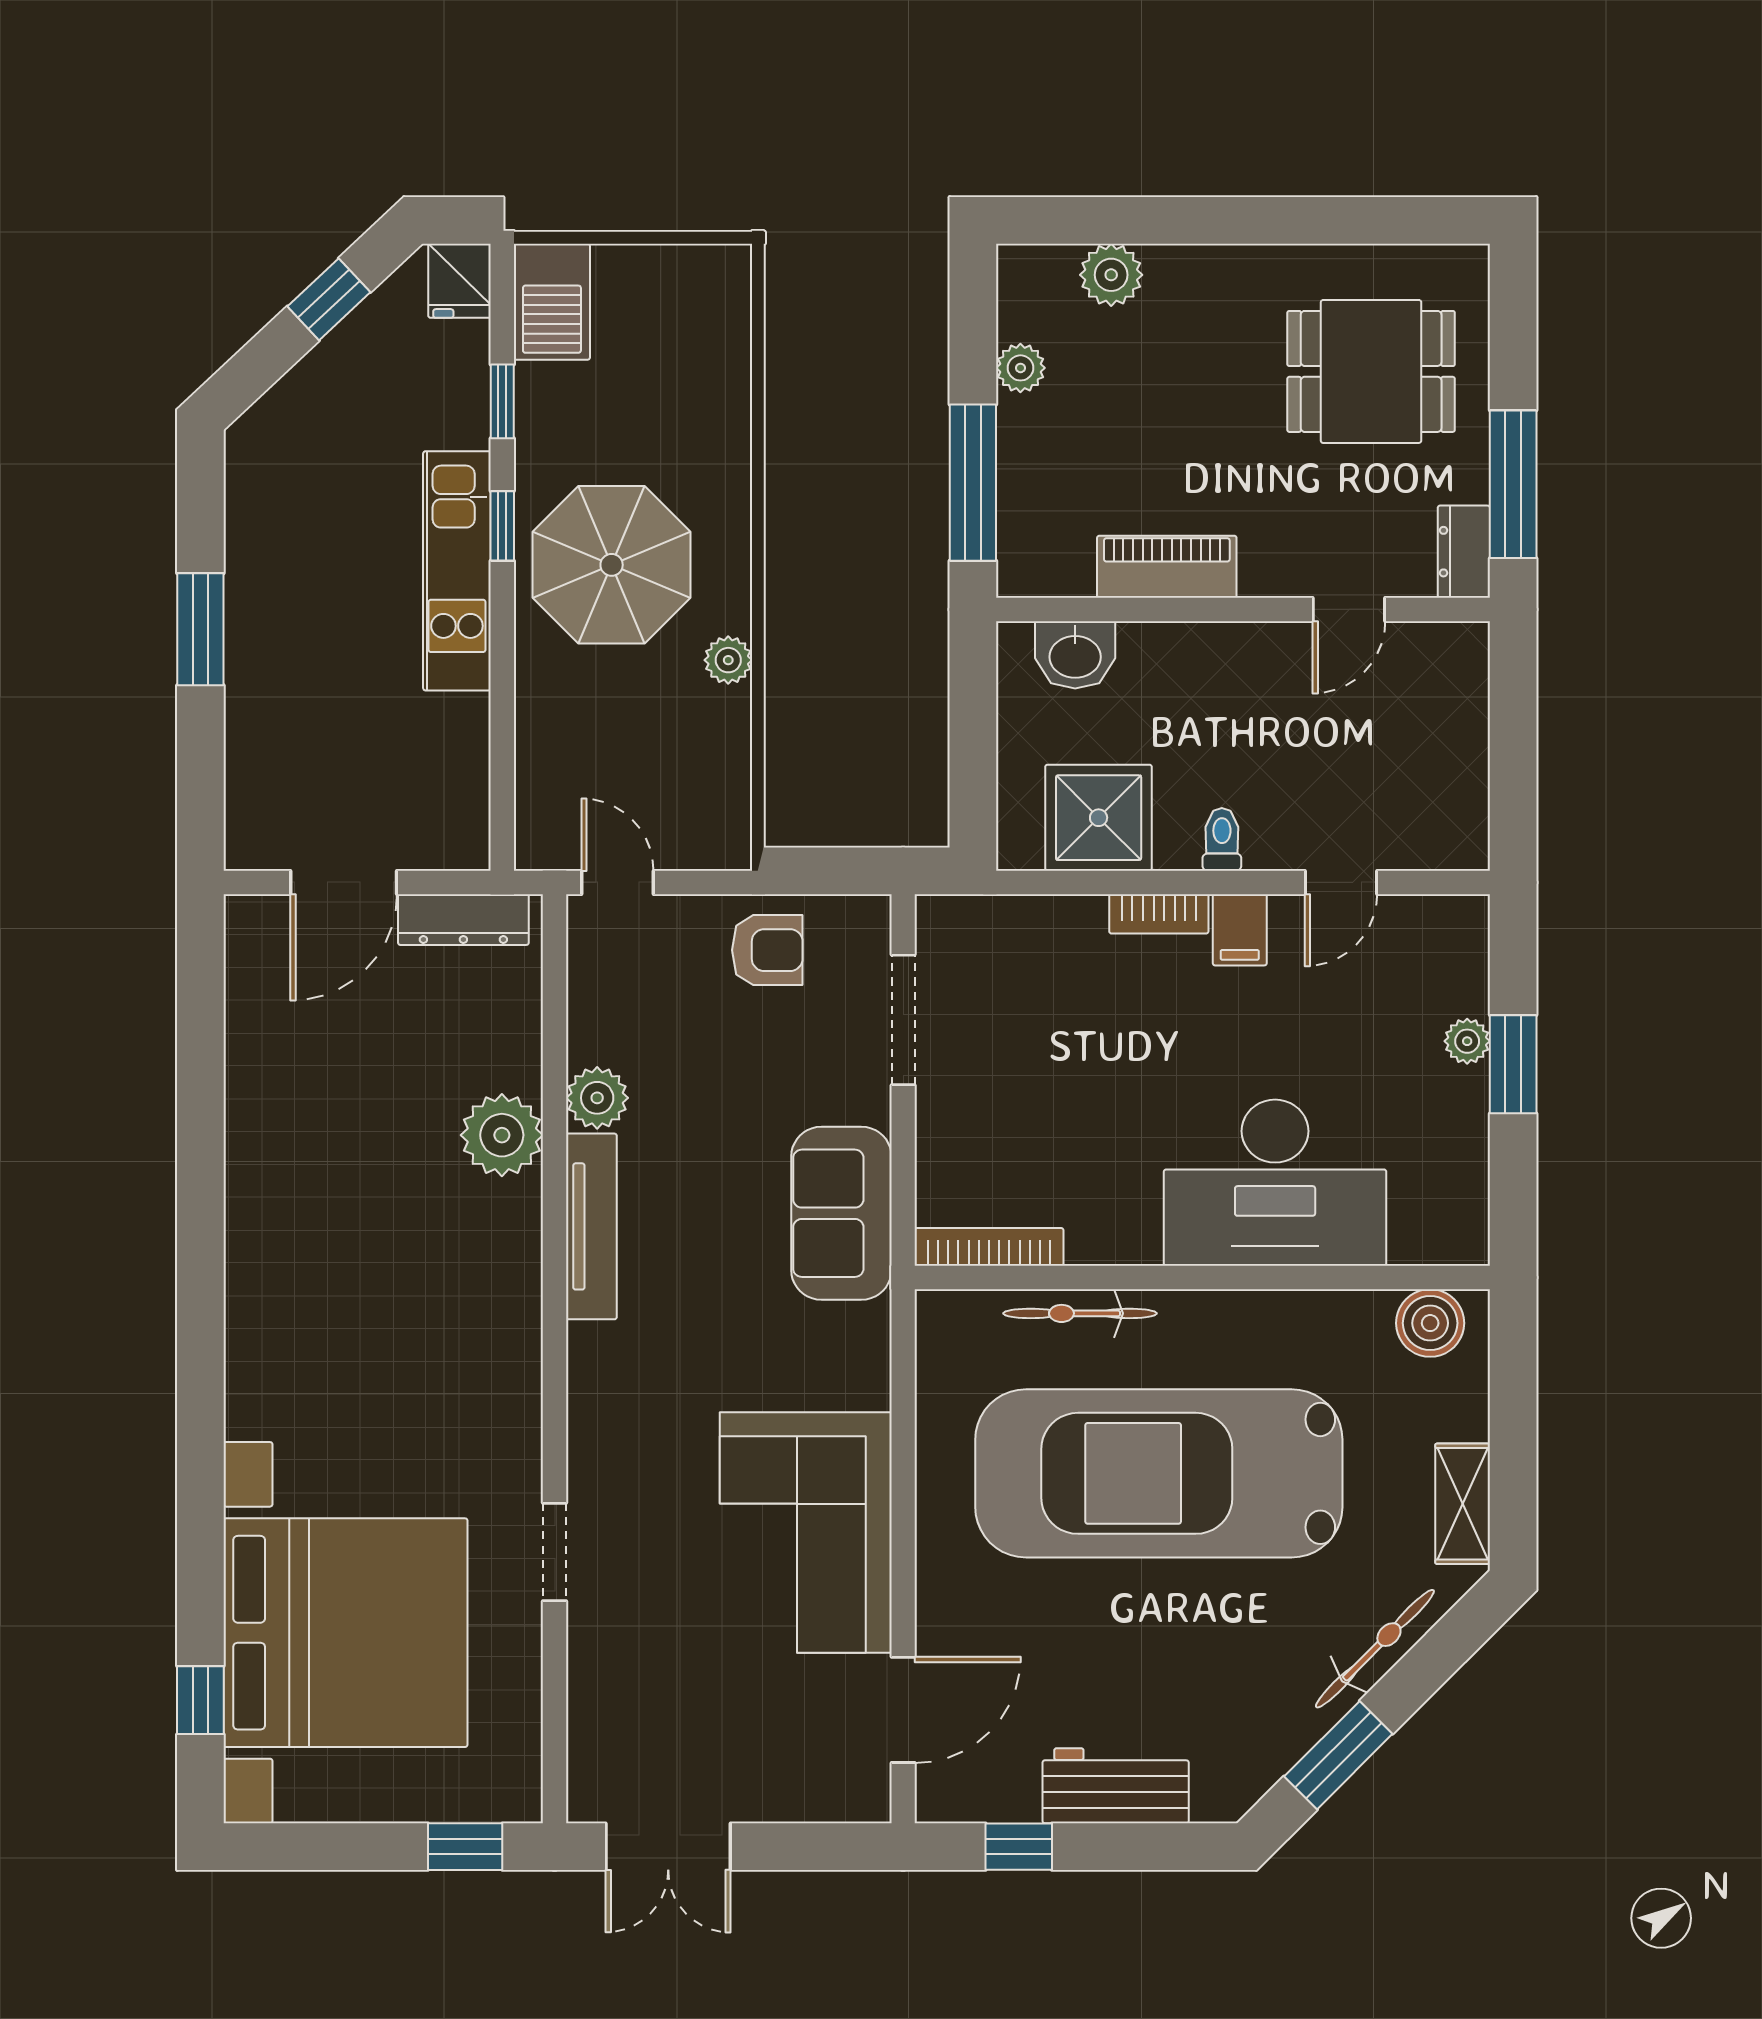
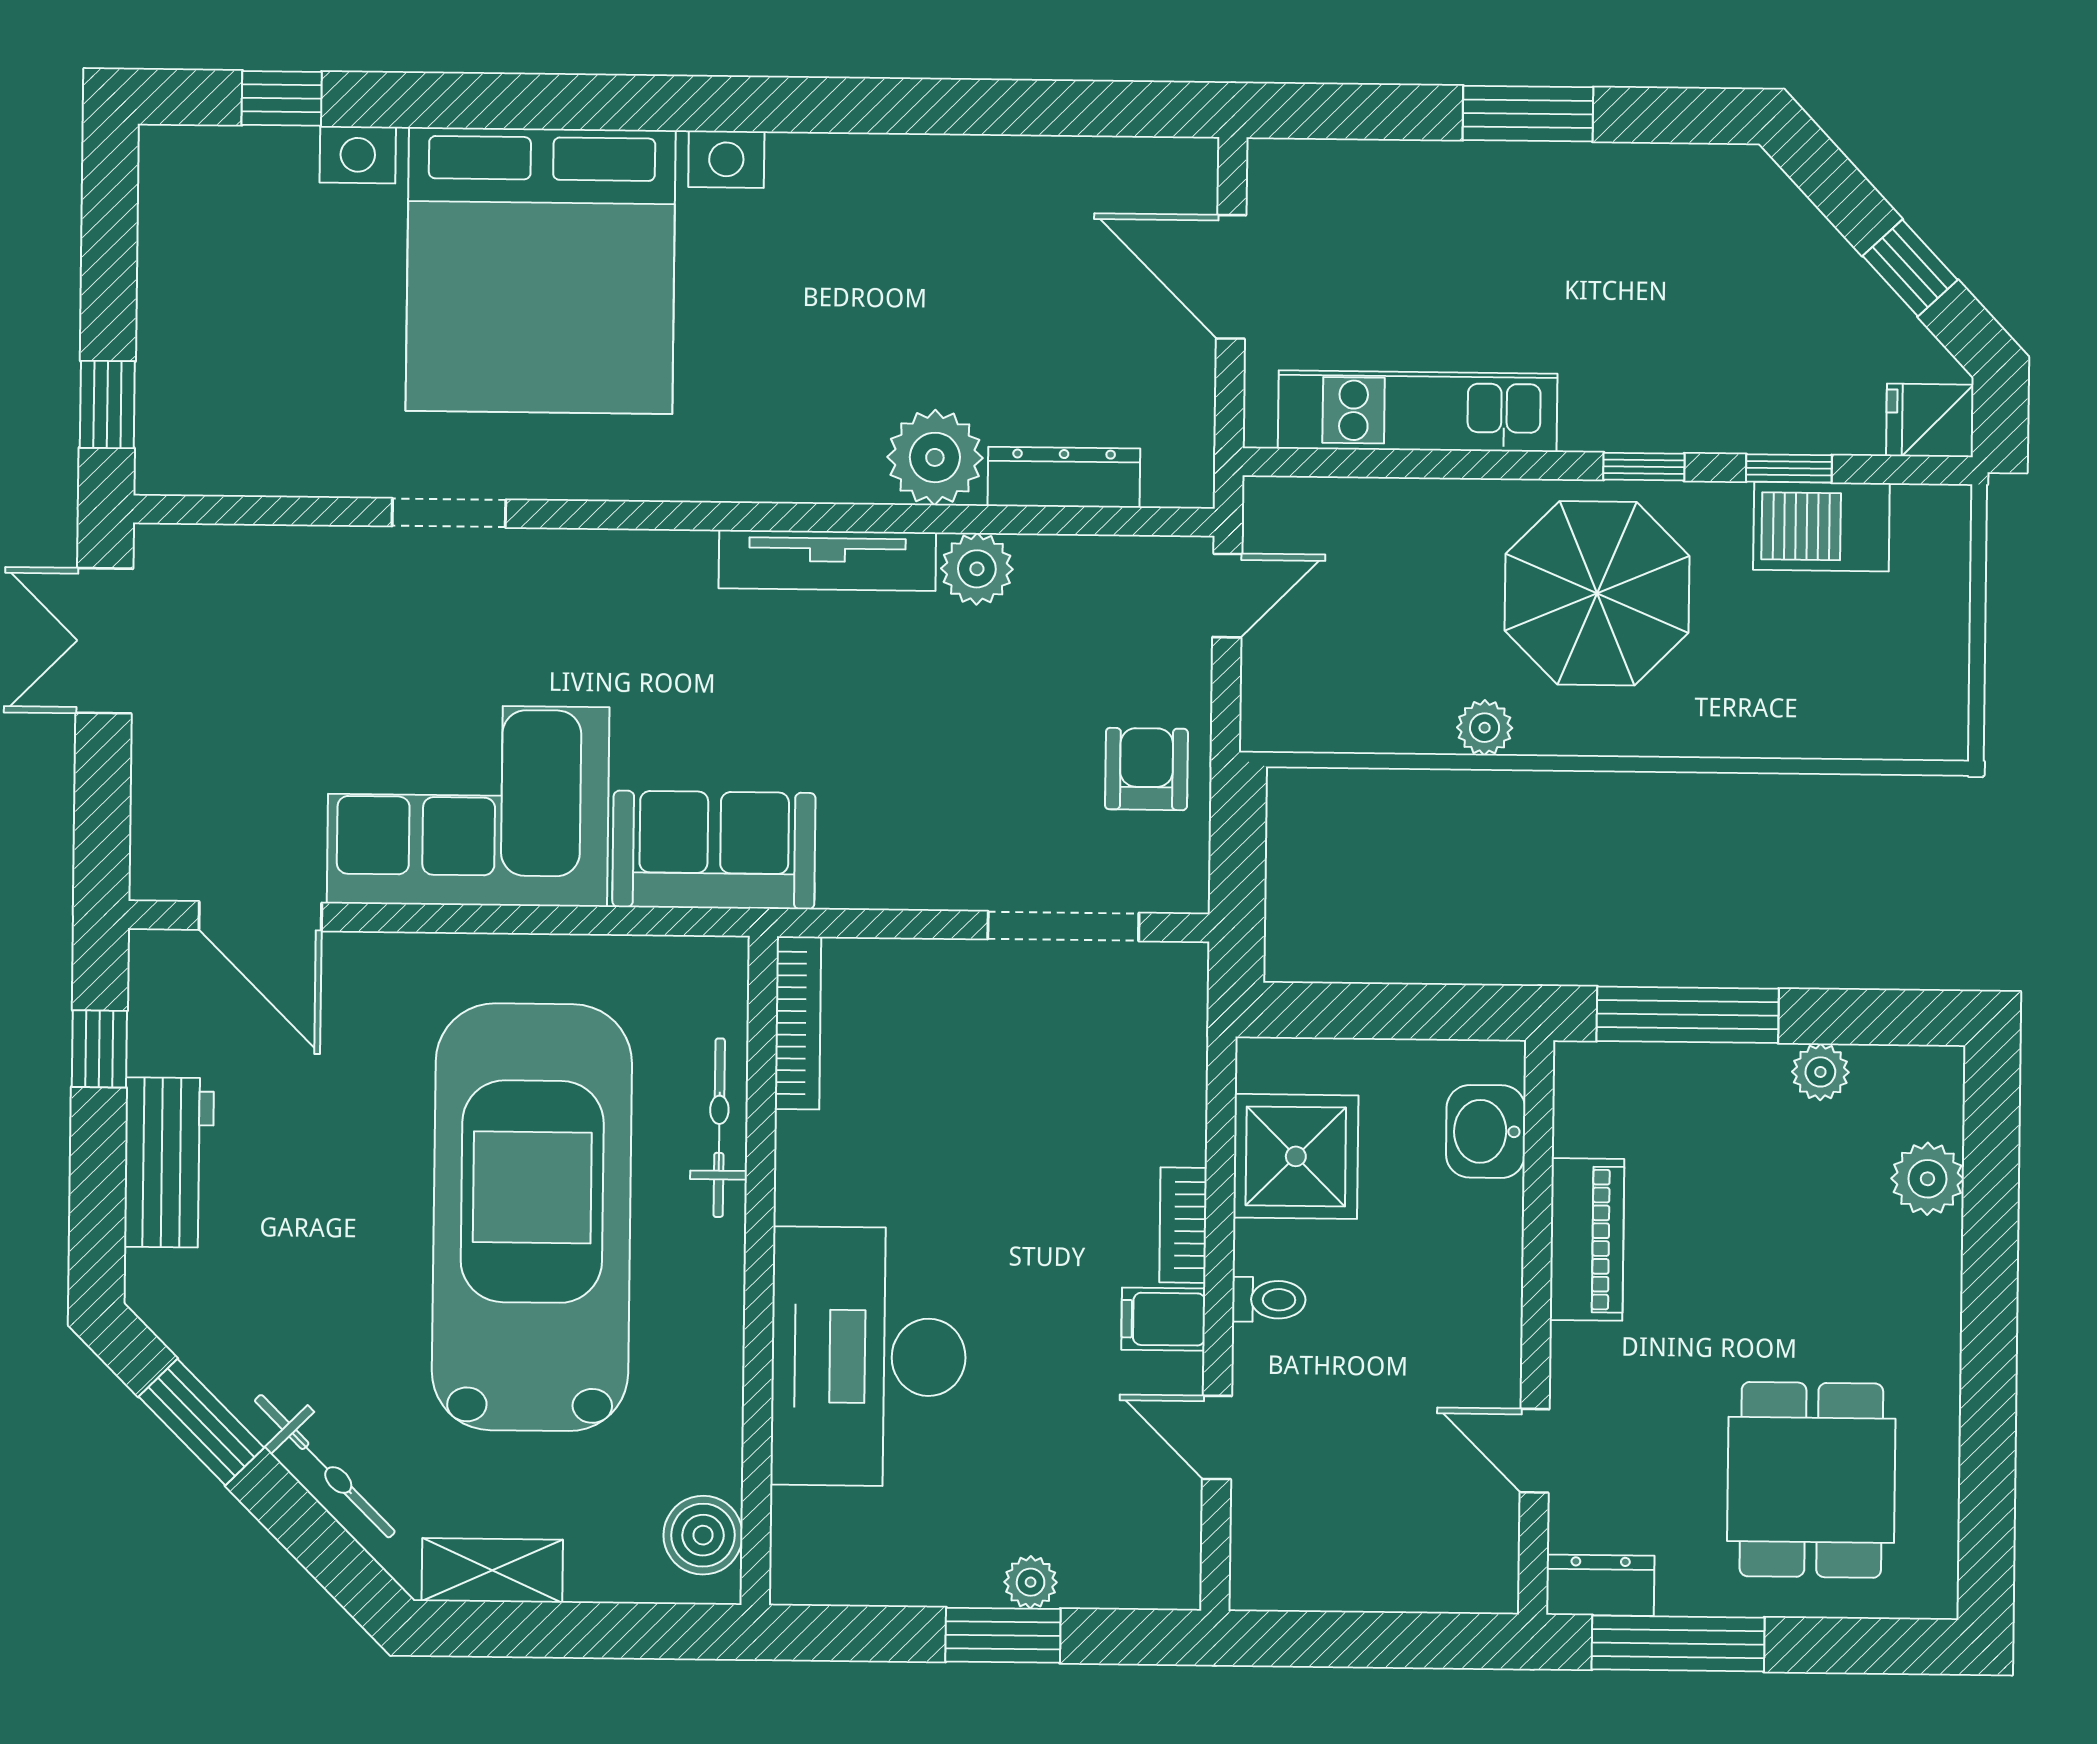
barbecue: (552, 302) -> (1821, 527), moved
kitchen unit: (457, 571) -> (1418, 411), moved
dresser: (463, 920) -> (1064, 477), moved, turned 90
armchair: (767, 950) -> (1146, 769), turned 180
sofa: (841, 1213) -> (714, 850), moved
bed with nightstands: (345, 1633) -> (541, 271), moved

